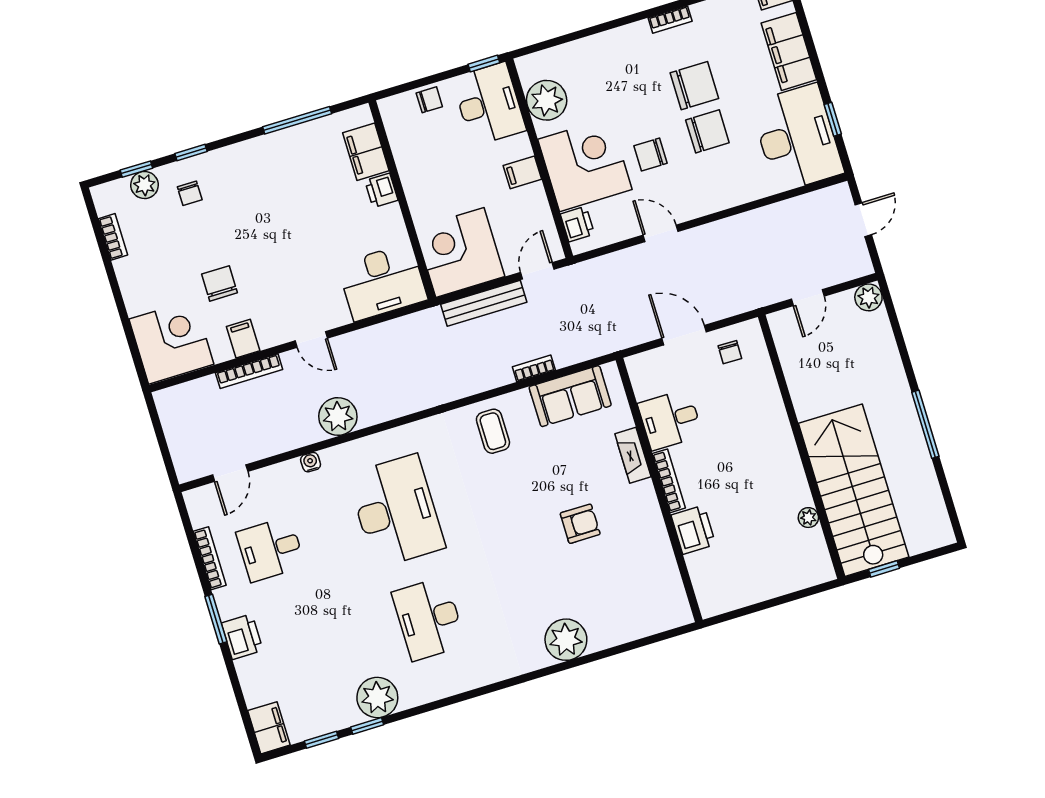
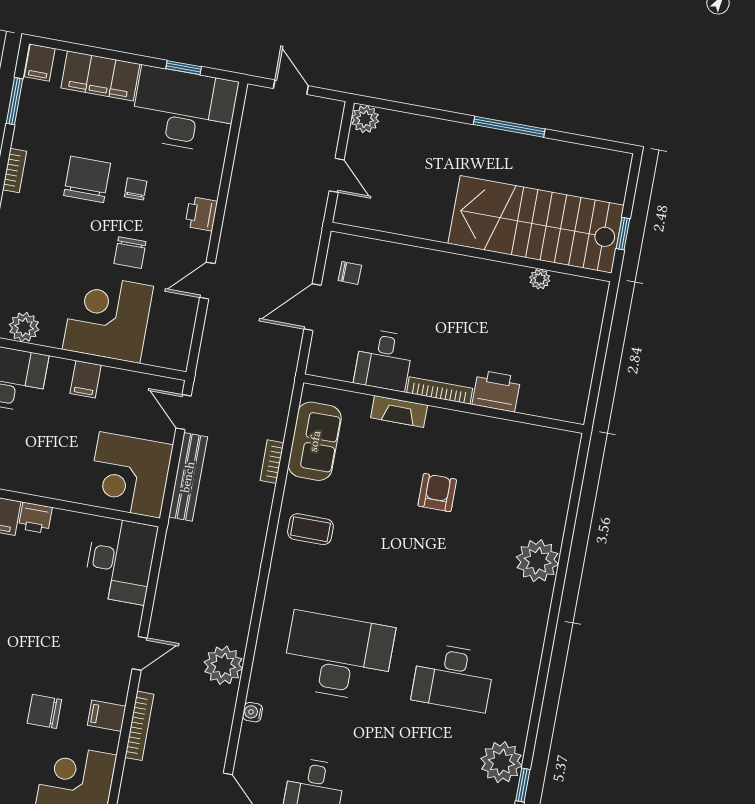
plant: (547, 100) -> (24, 327), width x0.73, depth x0.73
chair: (707, 131) -> (136, 189), width x0.54, depth x0.54
printer: (577, 224) -> (201, 214), moved, turned -90

